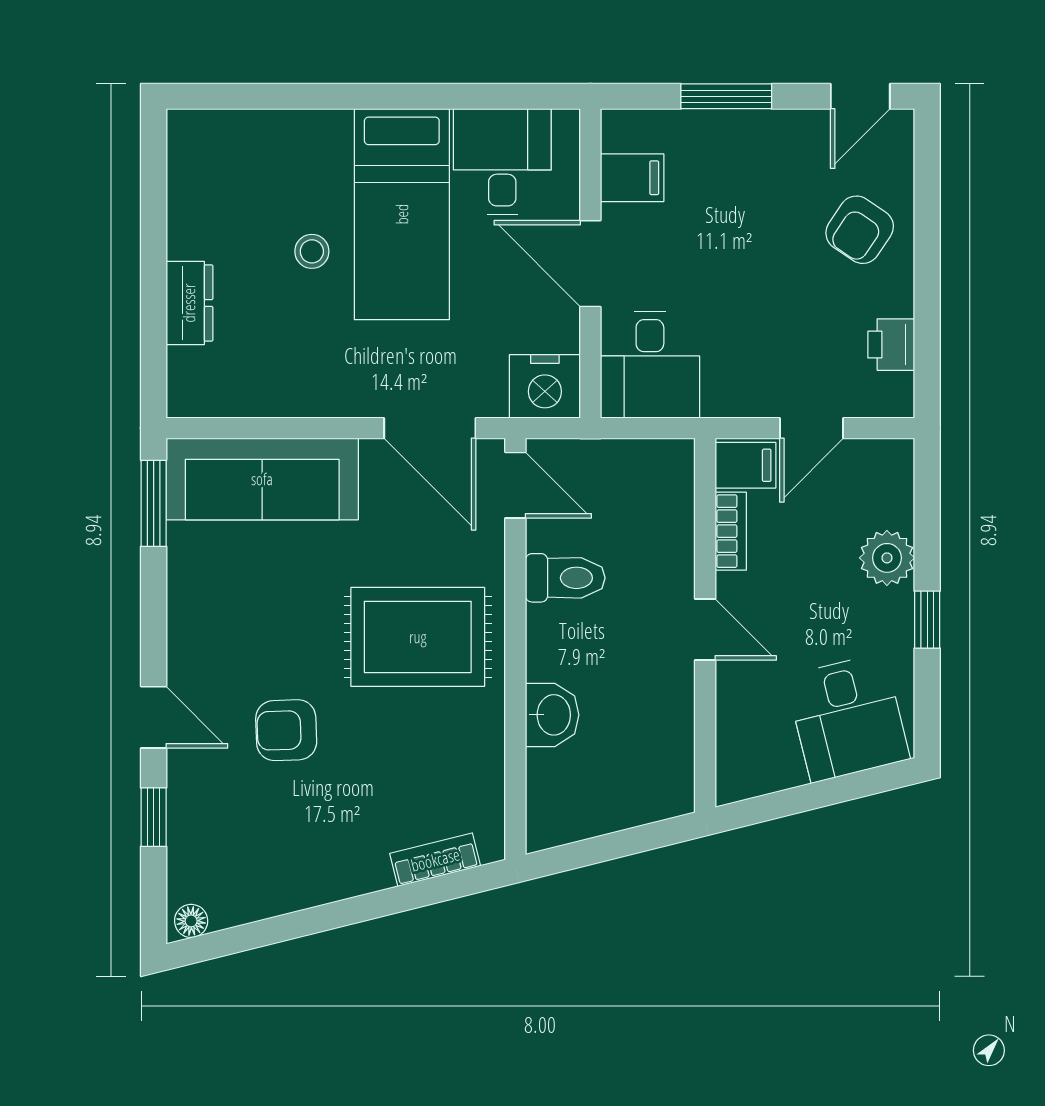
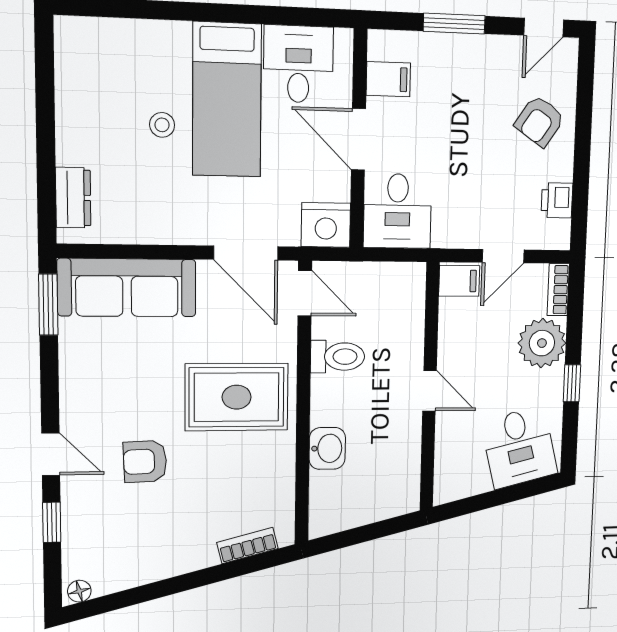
dresser: (189, 303) -> (73, 198), moved
bookcase: (731, 531) -> (558, 290), moved, turned 180
plant: (887, 558) -> (542, 343), width x1.36, depth x1.36

